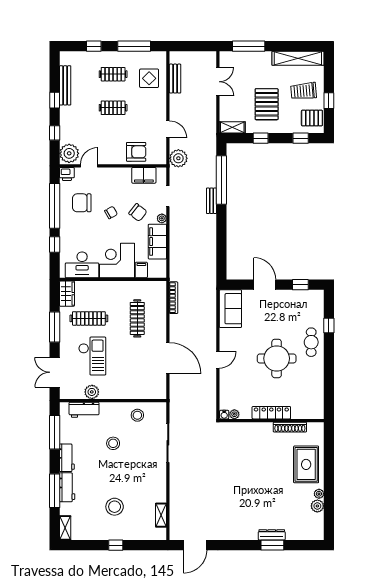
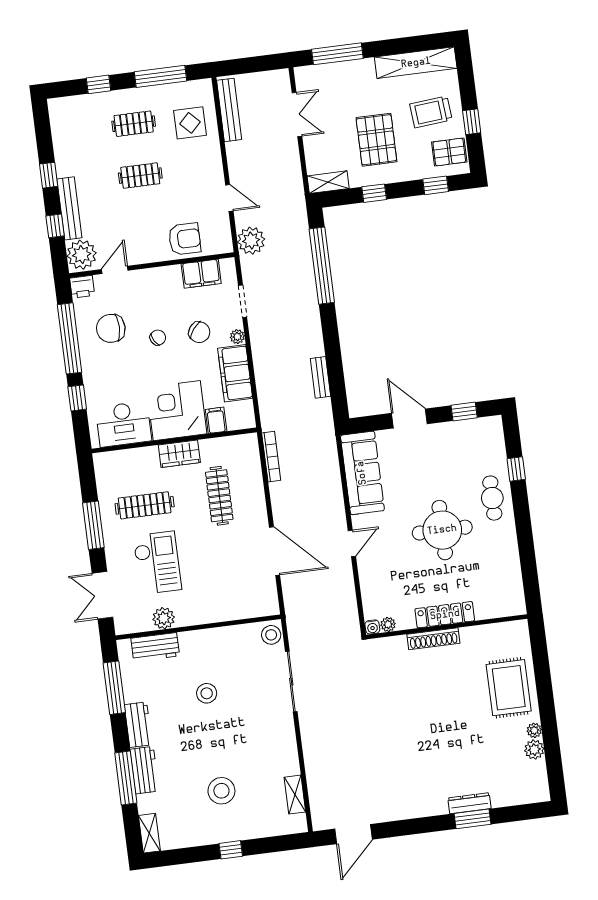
bench: (175, 79) -> (229, 110), width x1.36
bench: (65, 85) -> (69, 208), moved
bench: (211, 201) -> (320, 377), moved
wardrobe: (67, 294) -> (179, 454), moved, turned 90
sofa: (230, 309) -> (362, 473), width x1.36
stool: (137, 415) -> (271, 635), moved
shoe rack: (290, 427) -> (433, 639), moved

